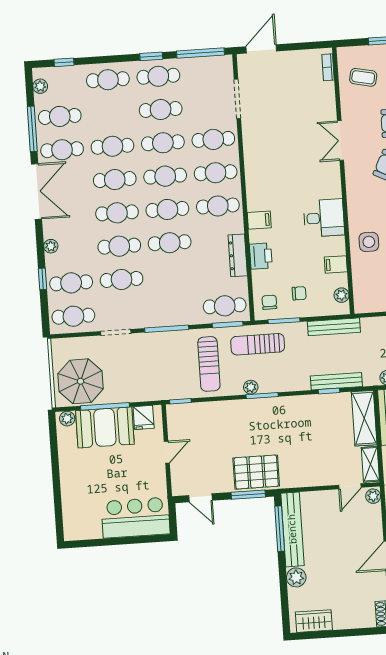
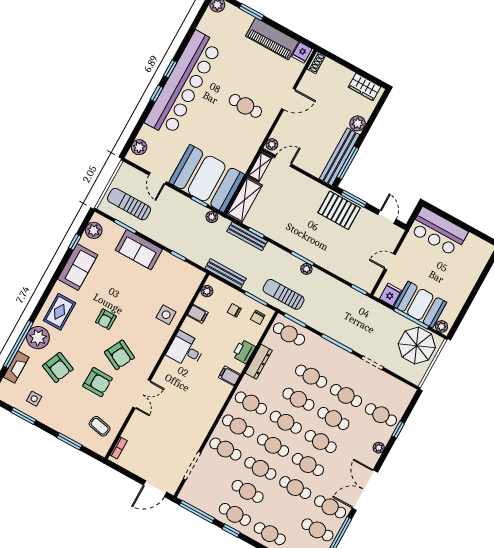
cafe table: (73, 316) -> (311, 376), moved
sun lounger: (258, 344) -> (284, 294), turned 180
sun lounger: (209, 364) -> (324, 302), removed

